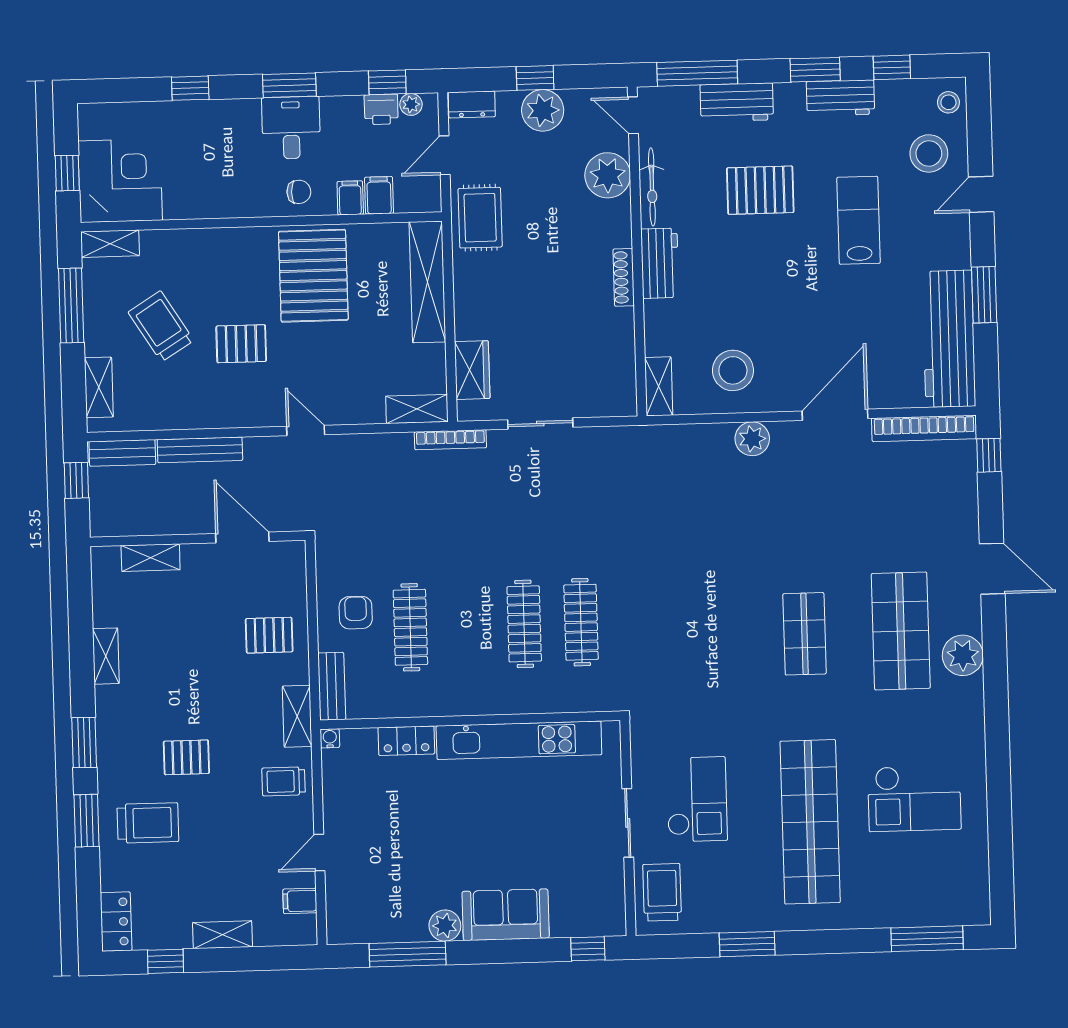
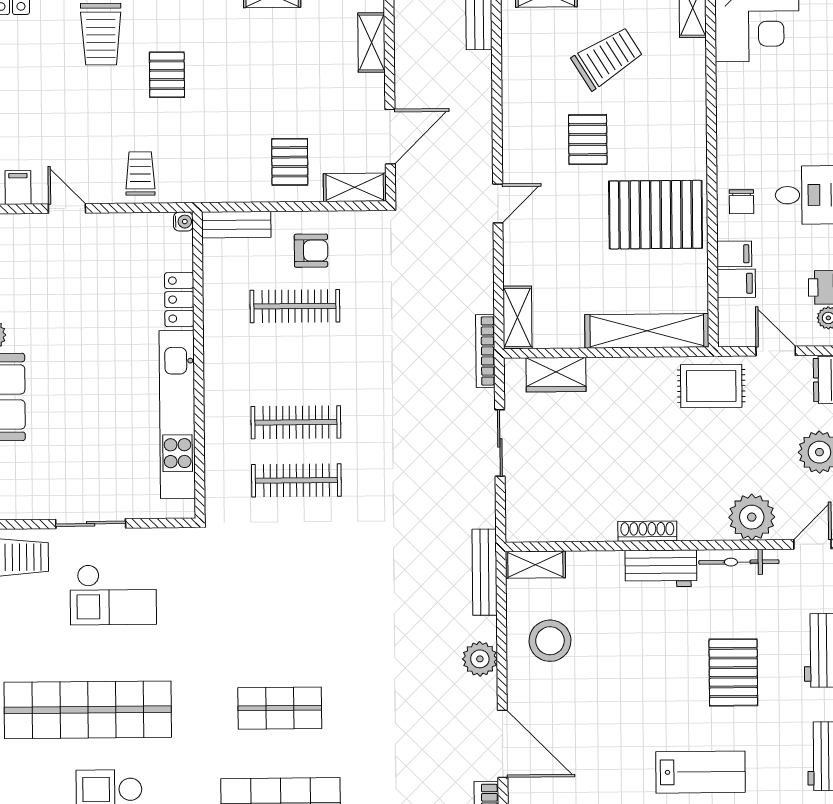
bench: (200, 450) -> (484, 572), moved
shelving: (297, 716) -> (355, 187), moved

